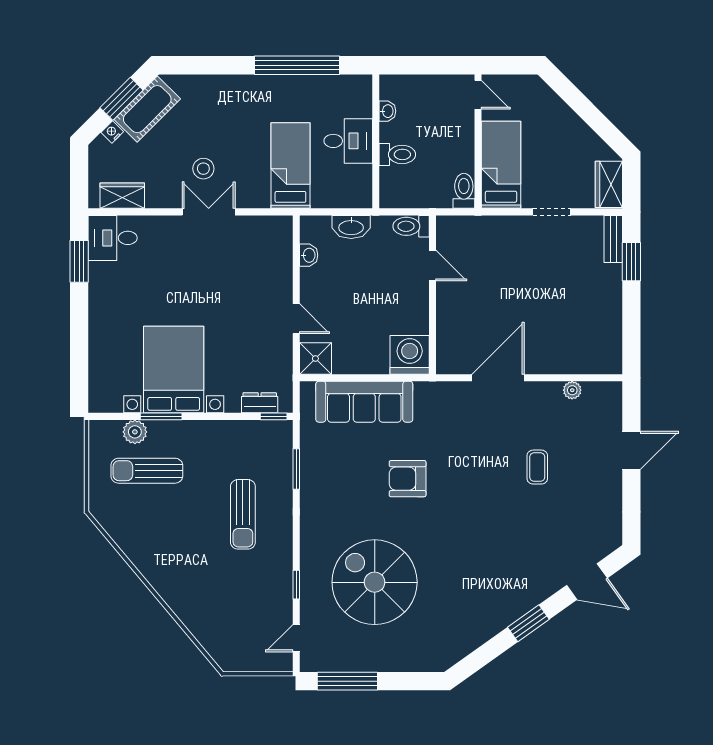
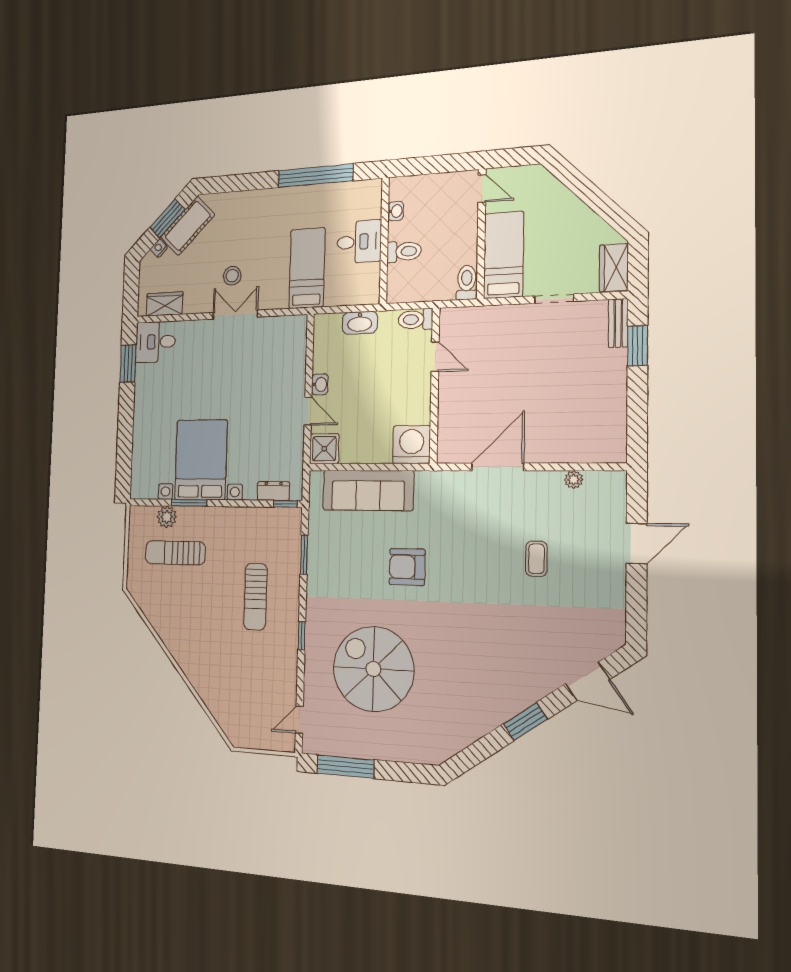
washbasin: (309, 255) -> (320, 384), moved
window: (296, 585) -> (302, 636), moved

